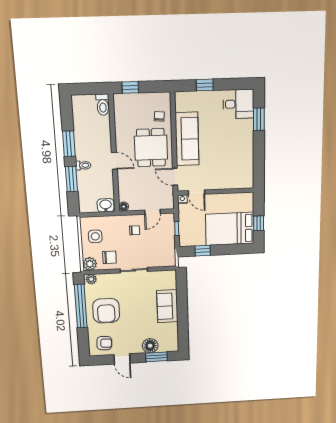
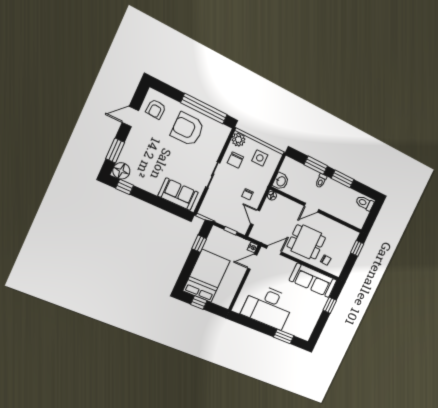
desk: (238, 104) -> (268, 307), moved, width x1.87, depth x1.30
toilet: (103, 105) -> (365, 203), moved
sofa: (187, 139) -> (313, 280), moved
plant: (91, 279) -> (224, 133), removed
sofa: (167, 306) -> (178, 194), moved
window: (183, 336) -> (125, 187), added
floor lamp: (150, 346) -> (121, 171), moved

